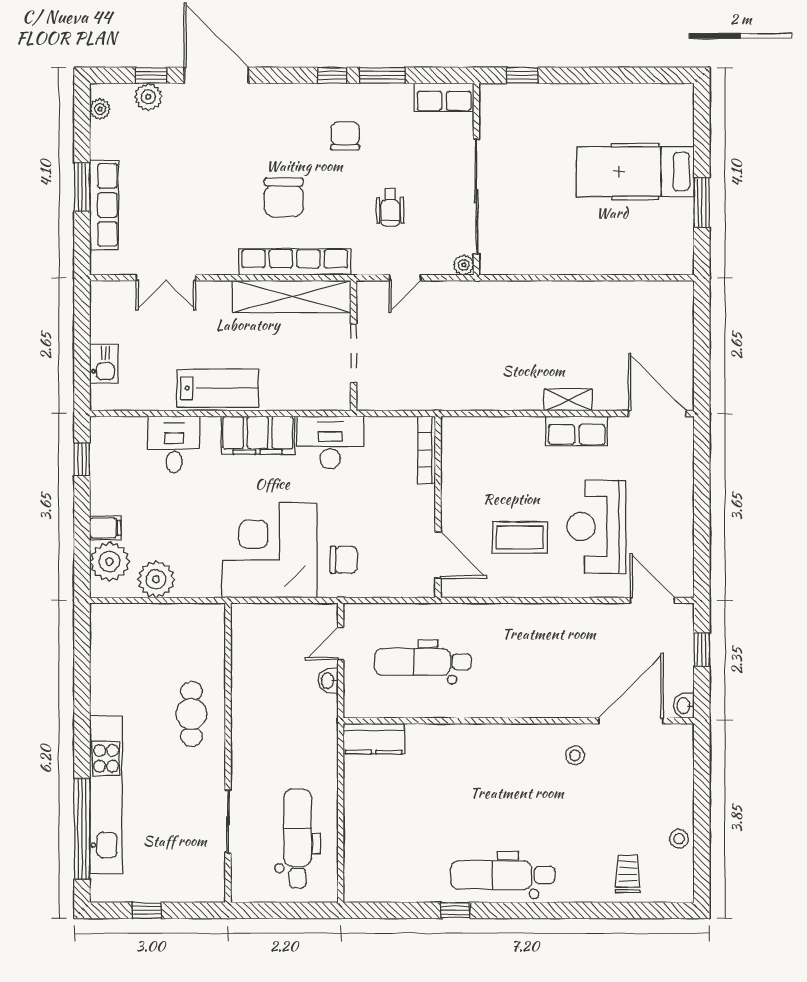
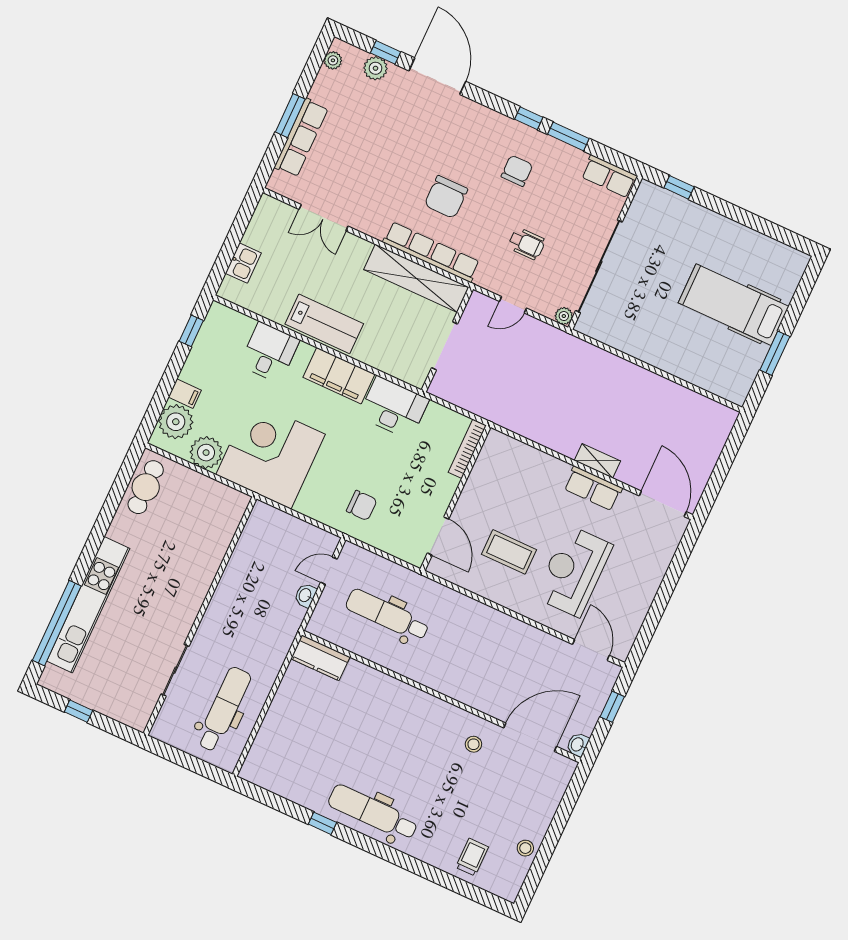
wheelchair: (390, 207) -> (527, 244), turned -90
corner desk: (270, 550) -> (270, 455), moved
cafe table: (191, 714) -> (146, 487), moved

